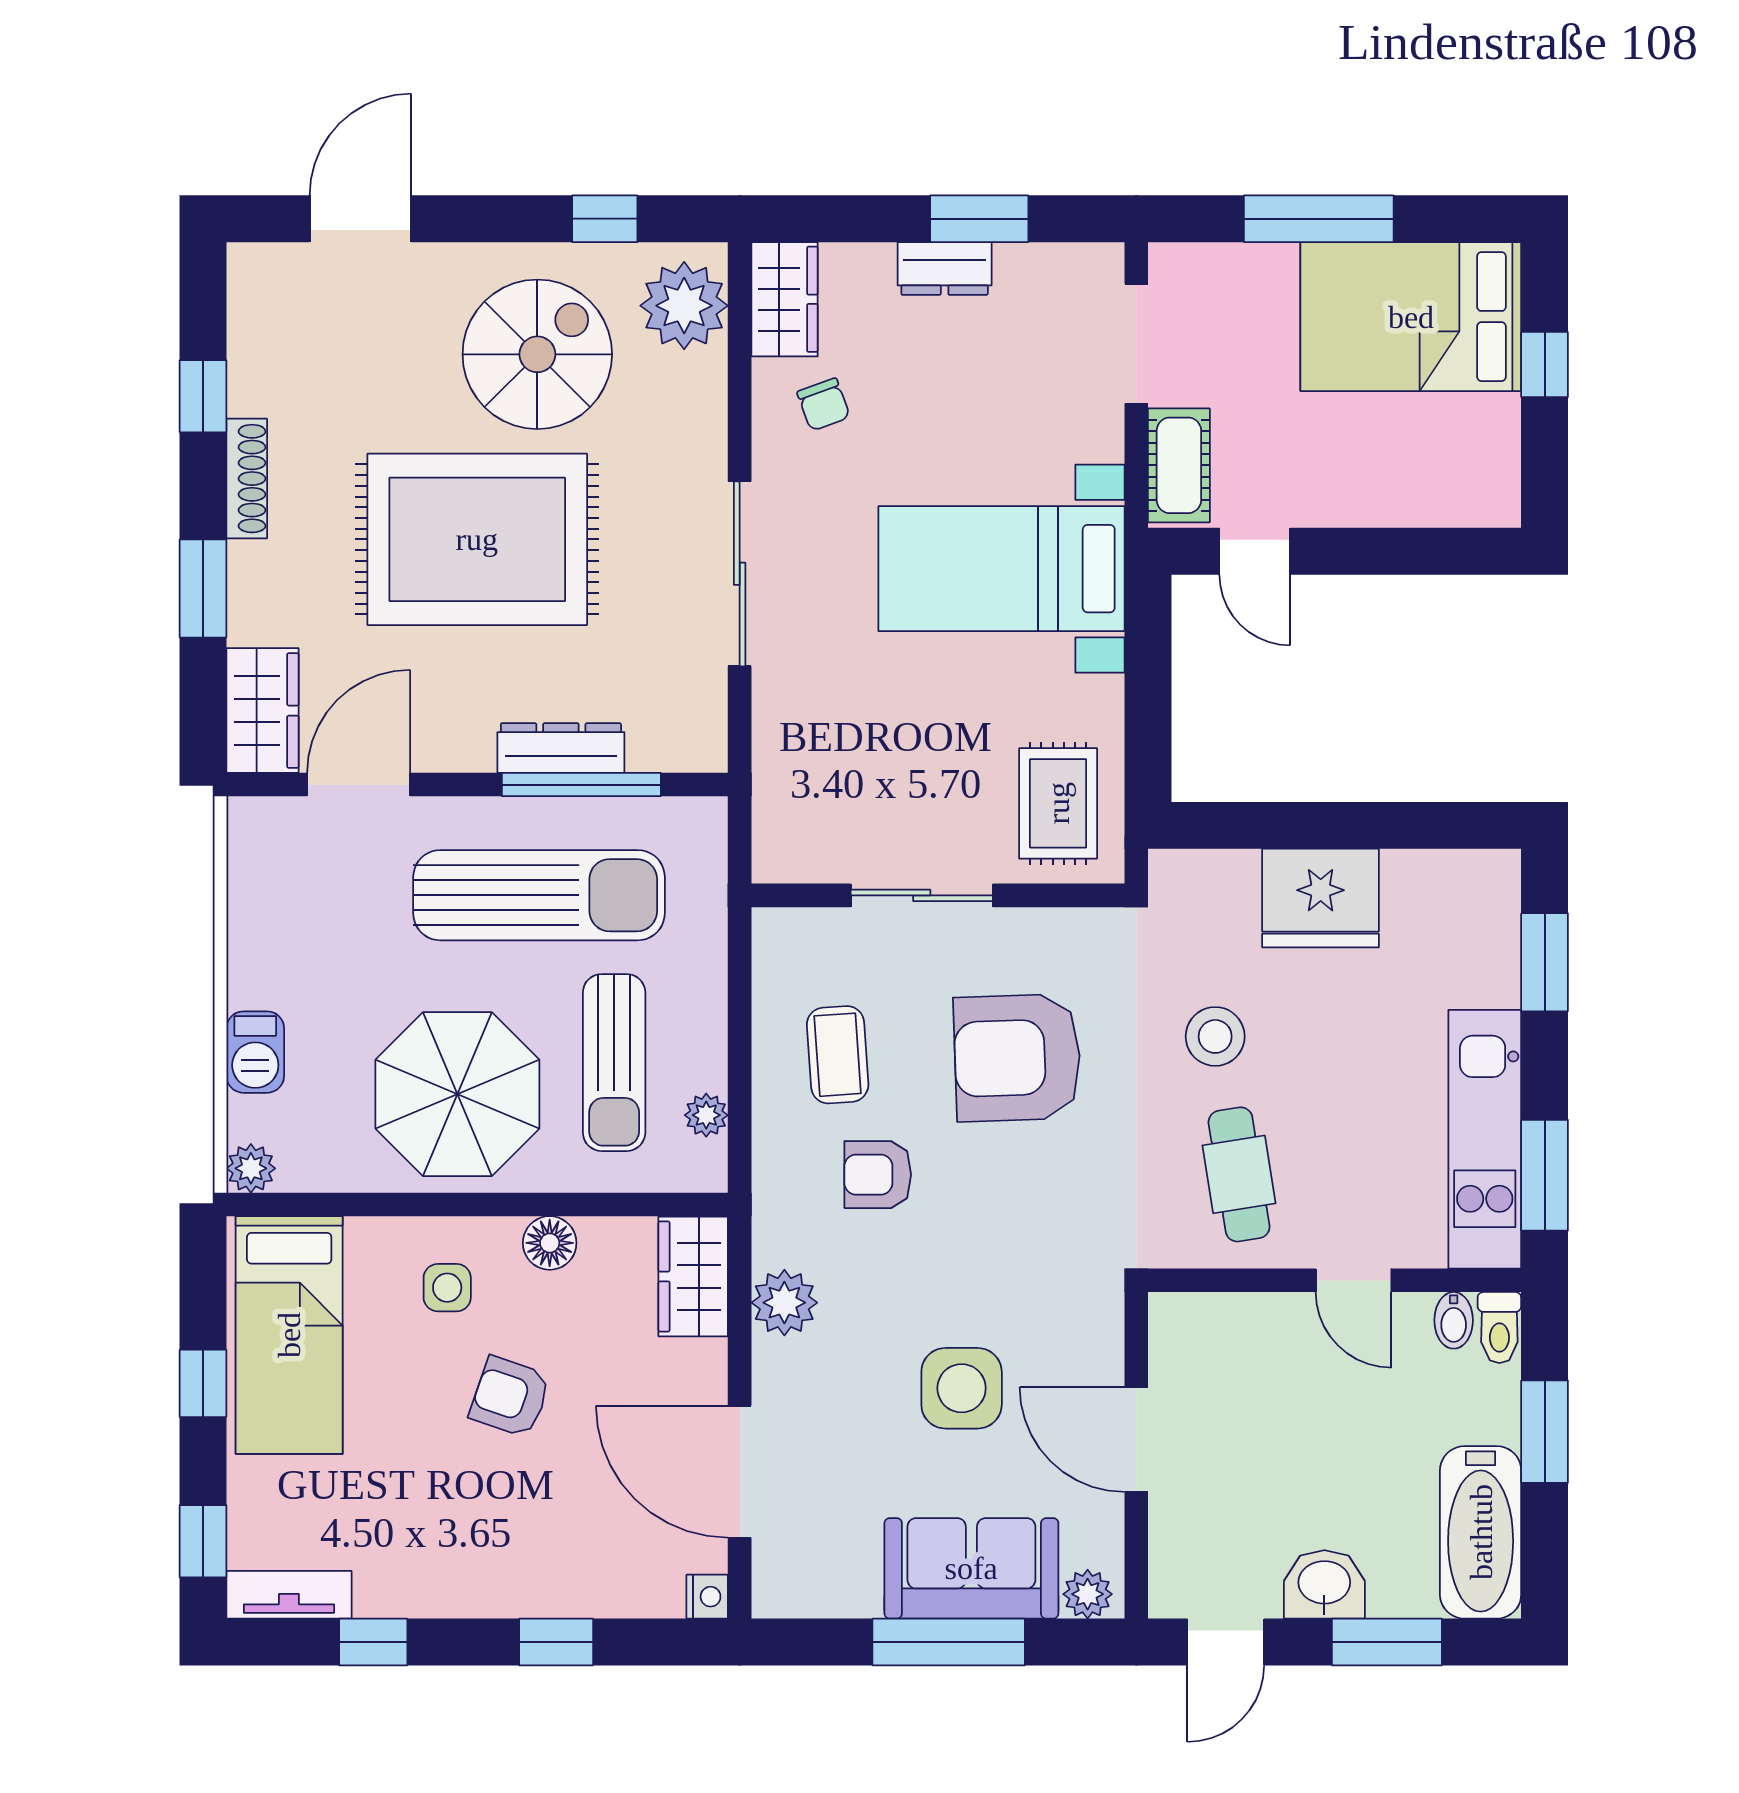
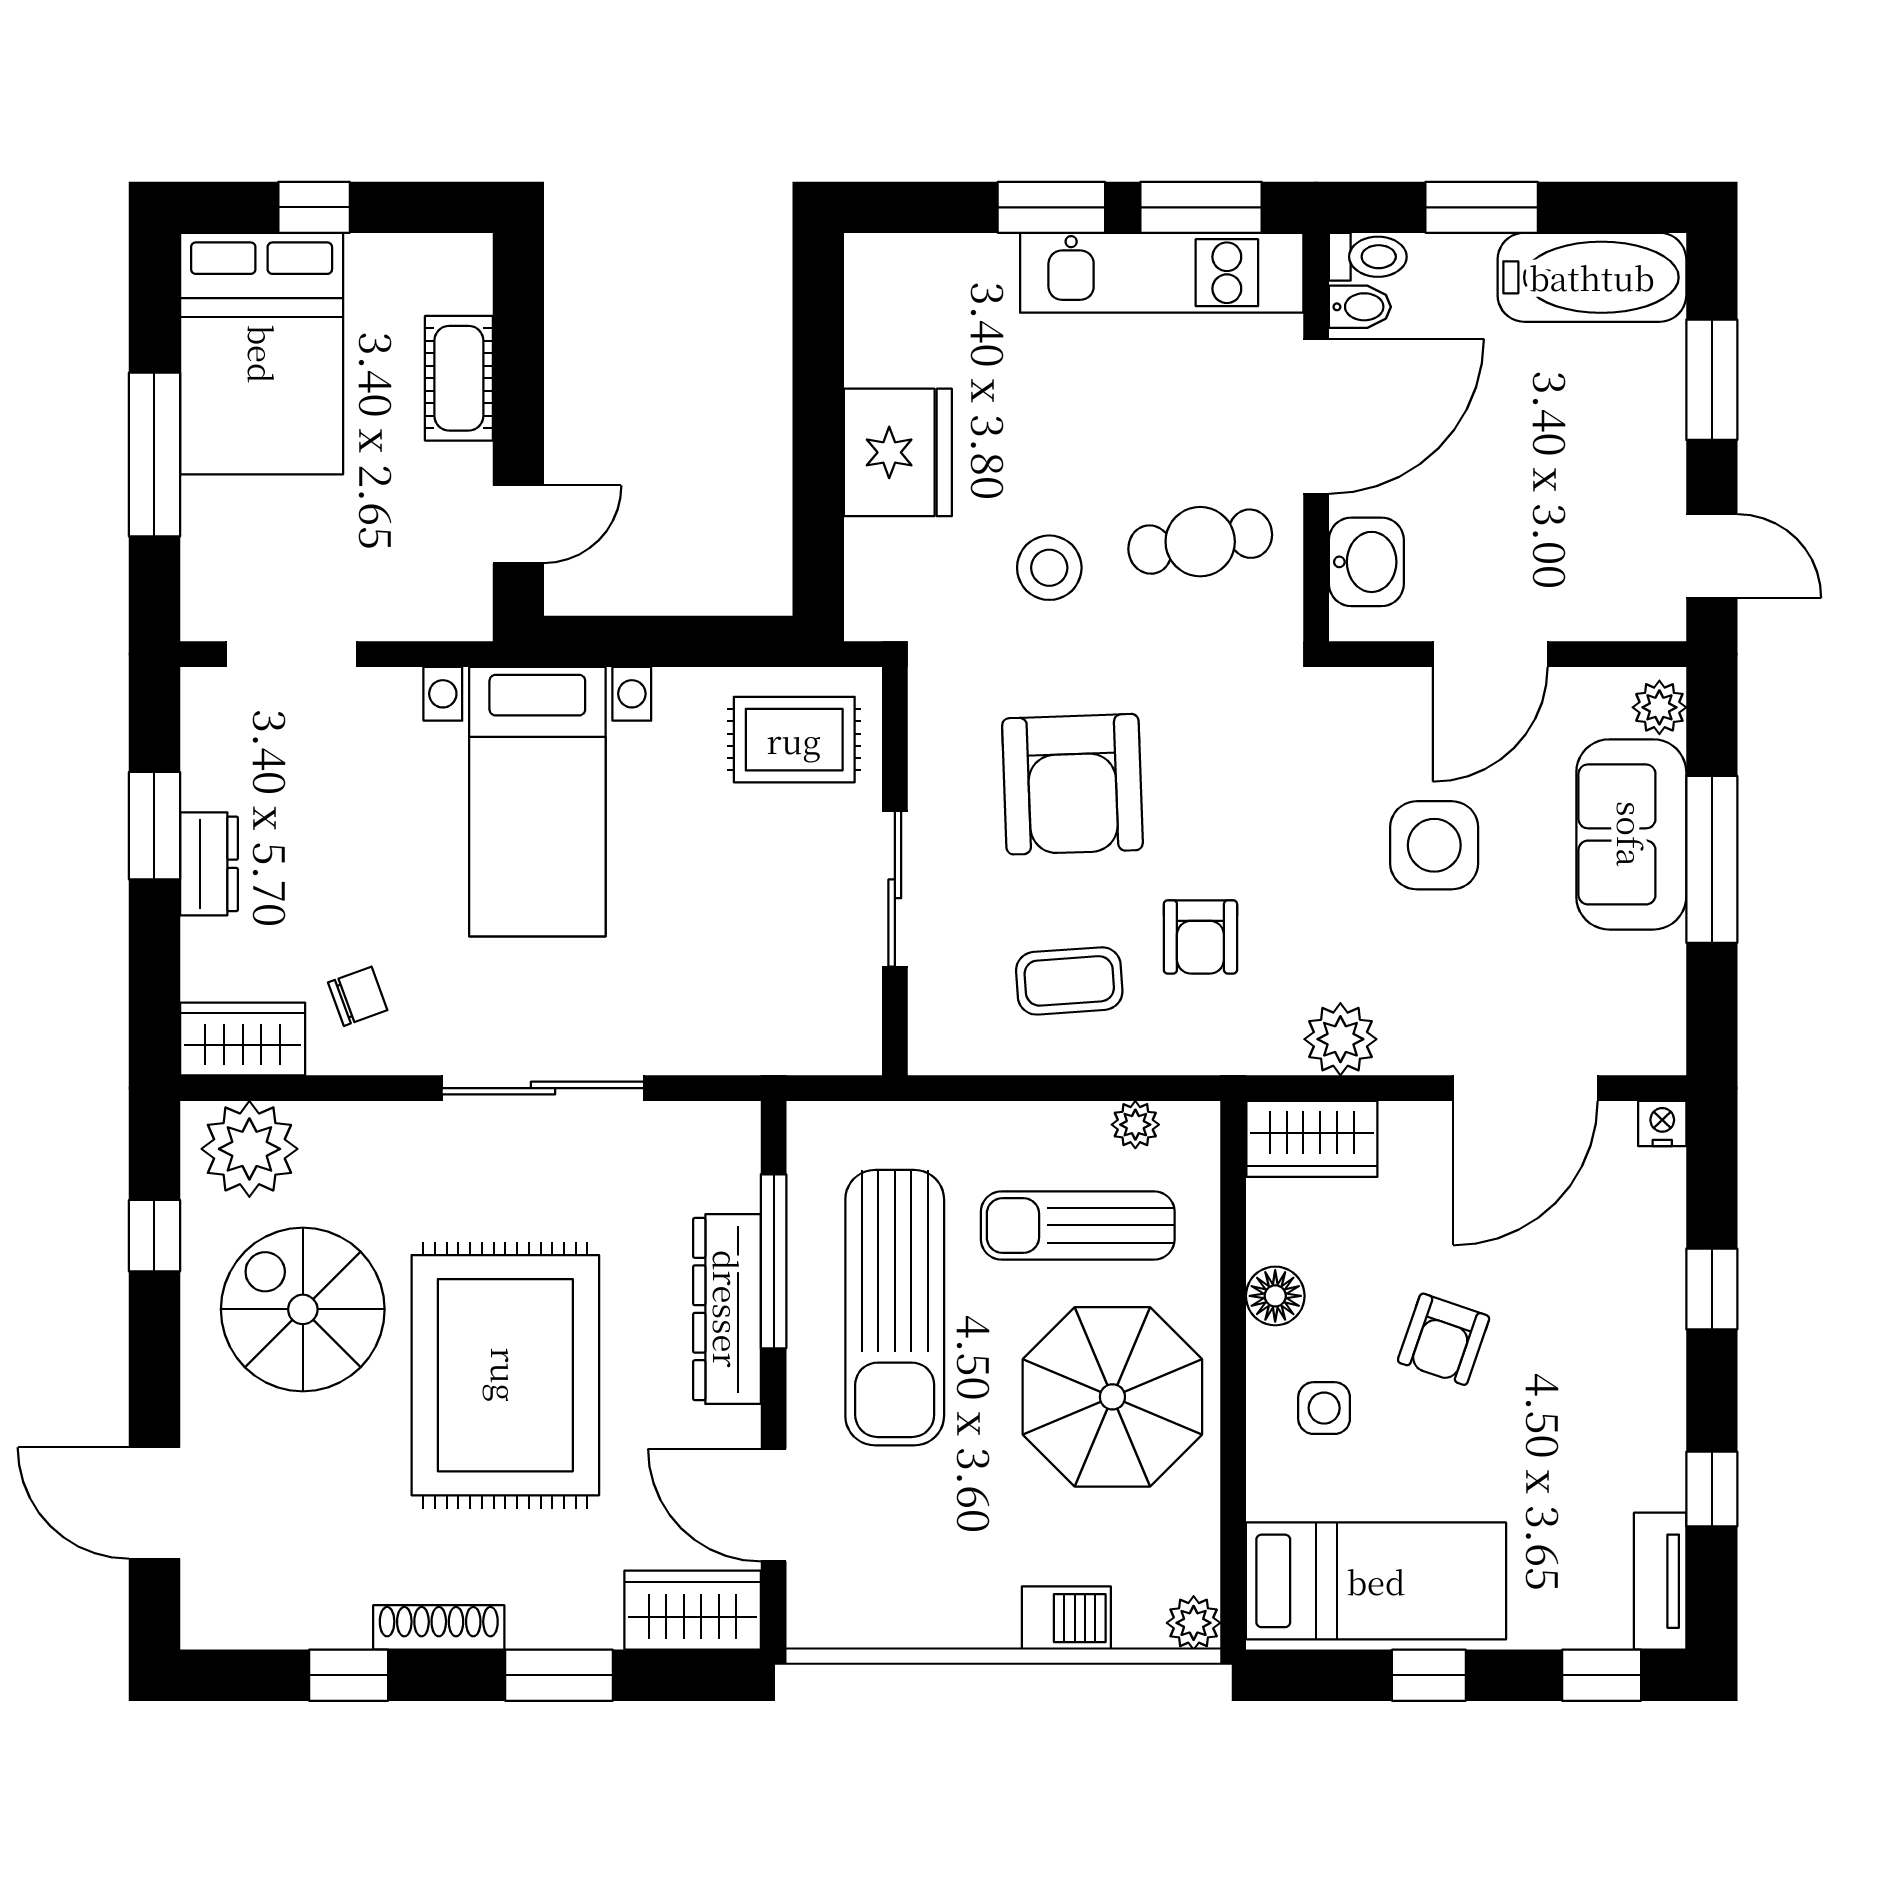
cot: (1179, 465) -> (459, 378), moved, turned 90
dresser: (561, 748) -> (727, 1309), width x1.37, depth x1.24
sun lounger: (539, 895) -> (895, 1308), turned 180
window: (1545, 962) -> (1051, 207), moved
sun lounger: (614, 1063) -> (1078, 1225), turned 180
door: (1354, 1280) -> (1316, 416), width x1.87
washbasin: (1324, 1584) -> (1366, 562), moved, turned 180

